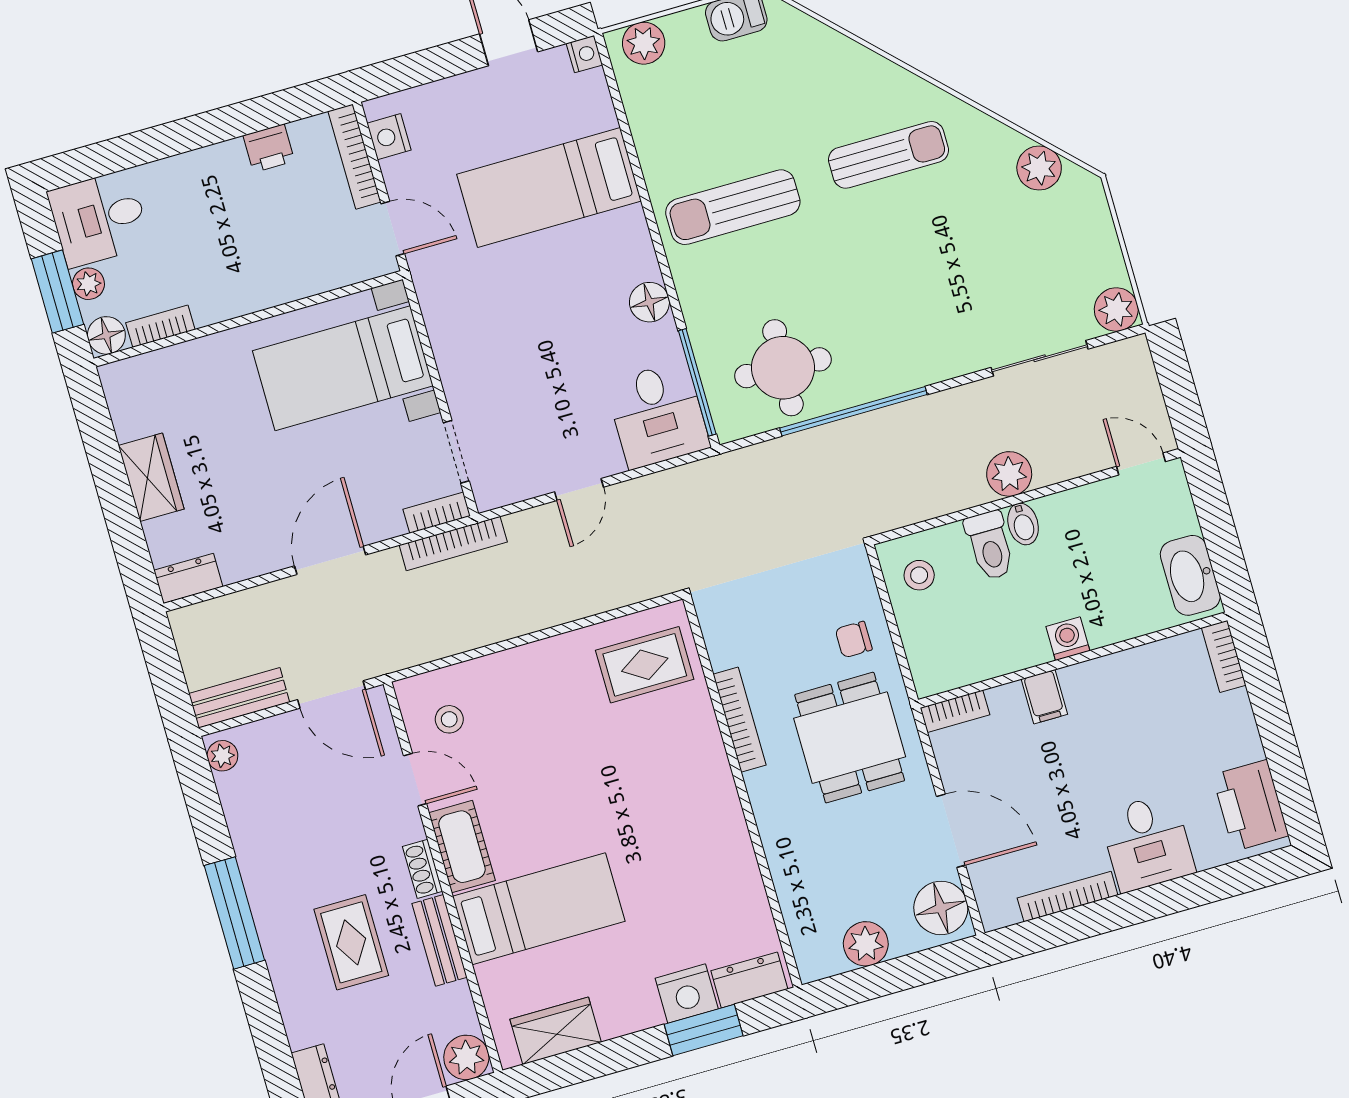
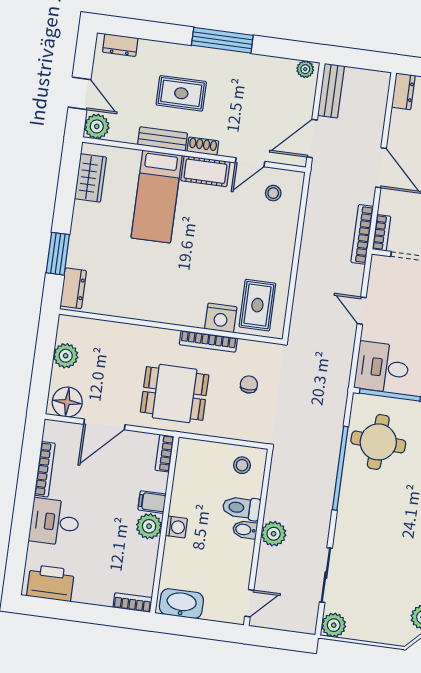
chair: (854, 639) -> (249, 384), moved
plant: (1086, 684) -> (149, 526), added
nightstand: (687, 994) -> (221, 318), moved, turned -90

